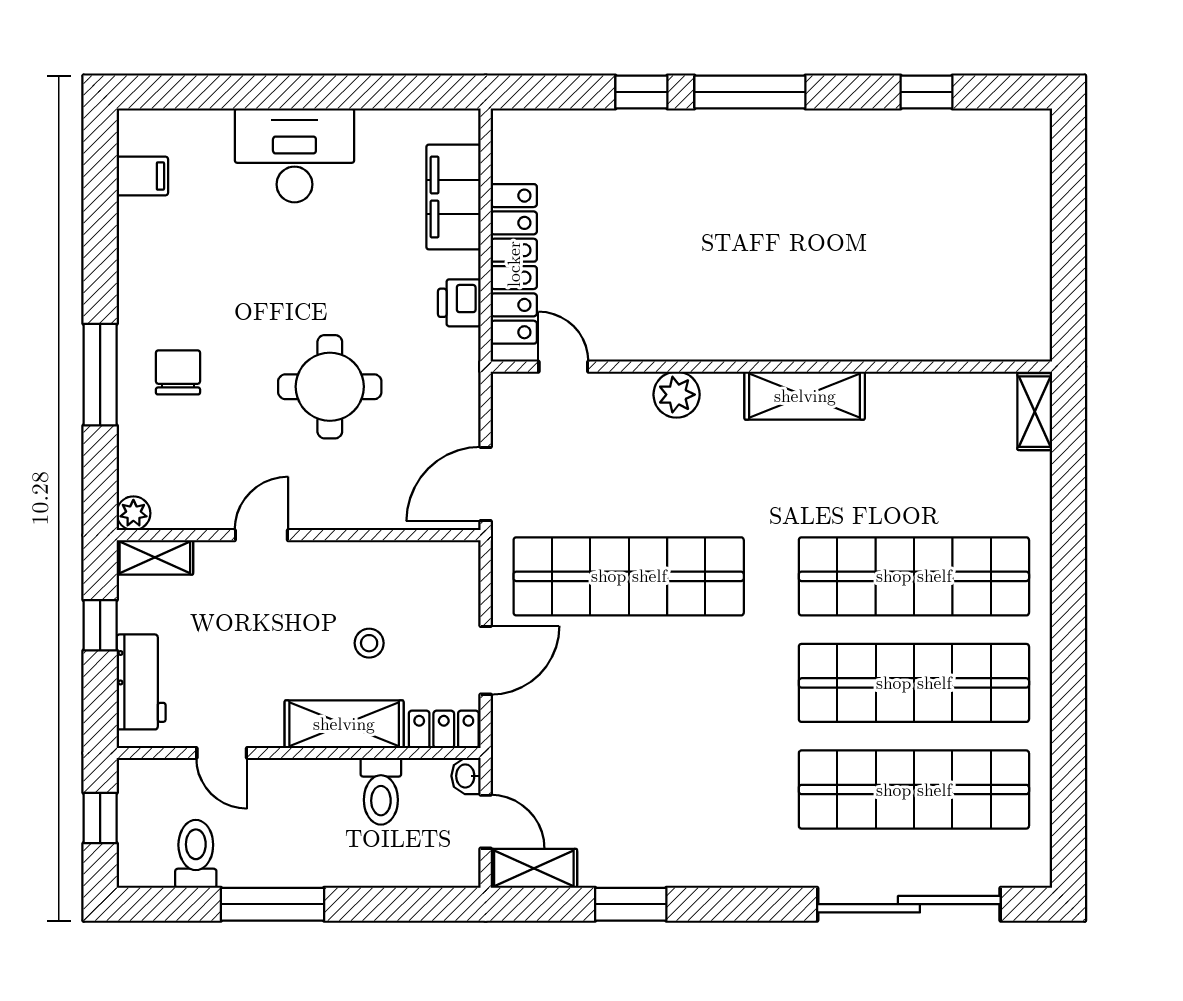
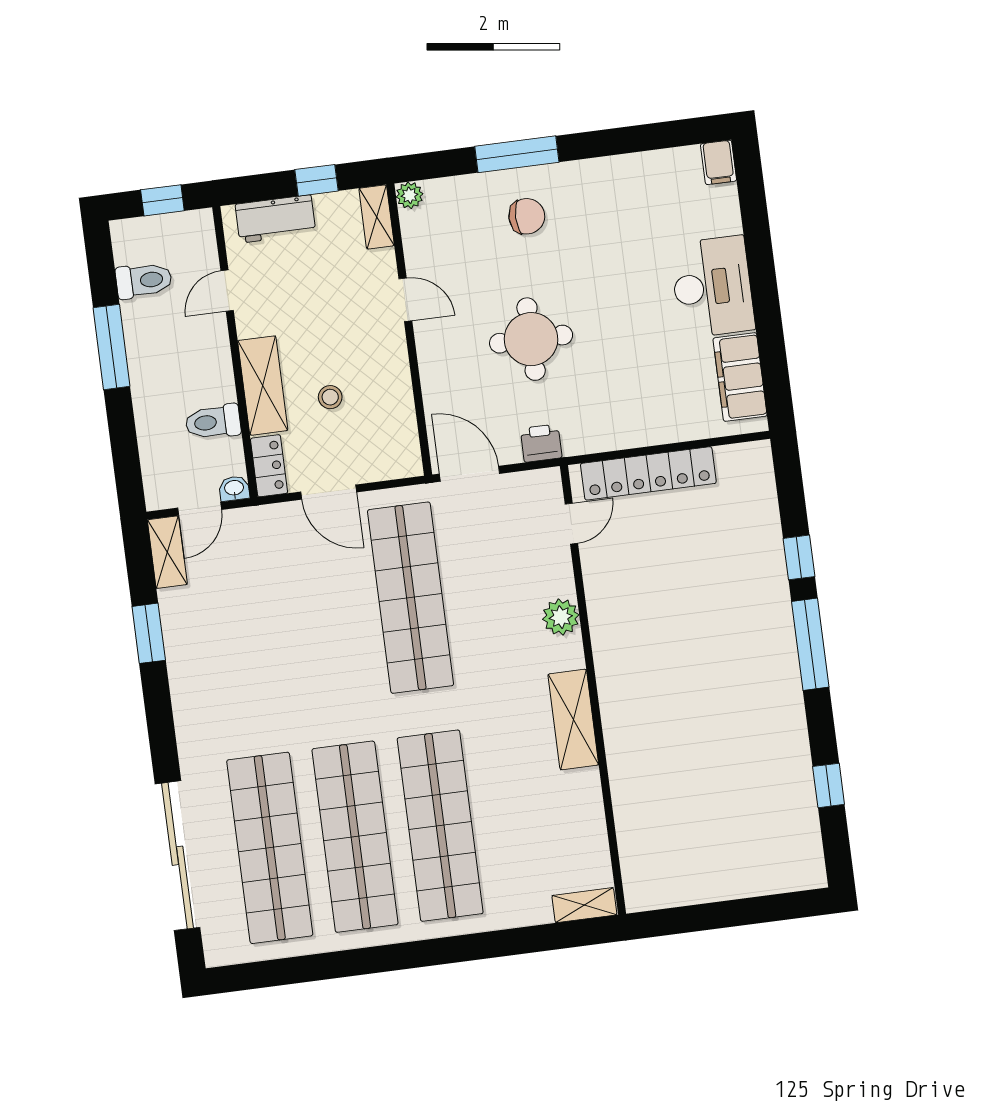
filing cabinet: (142, 176) -> (719, 162), moved
filing cabinet: (454, 197) -> (740, 377), moved, turned -90
printer: (459, 303) -> (541, 443), moved

